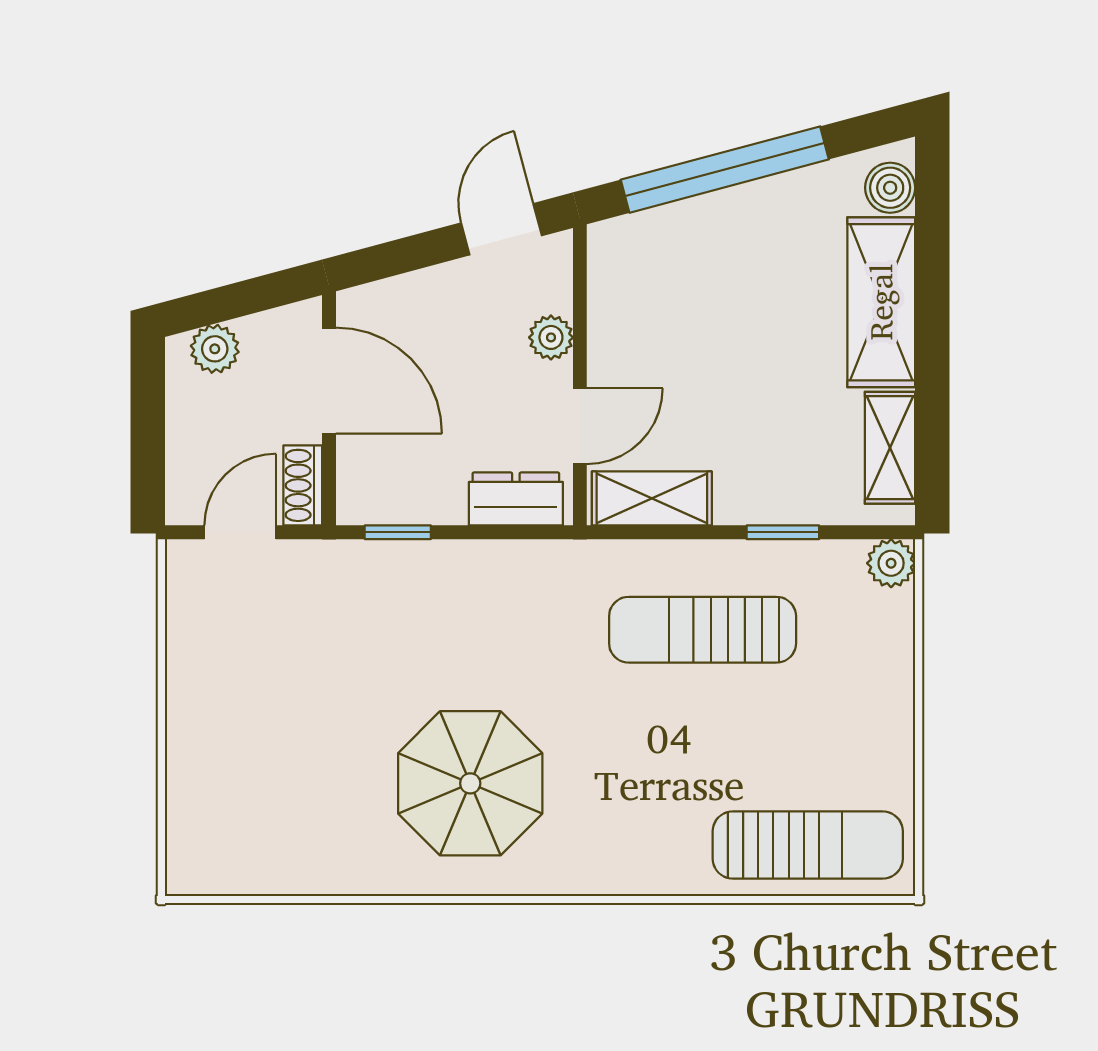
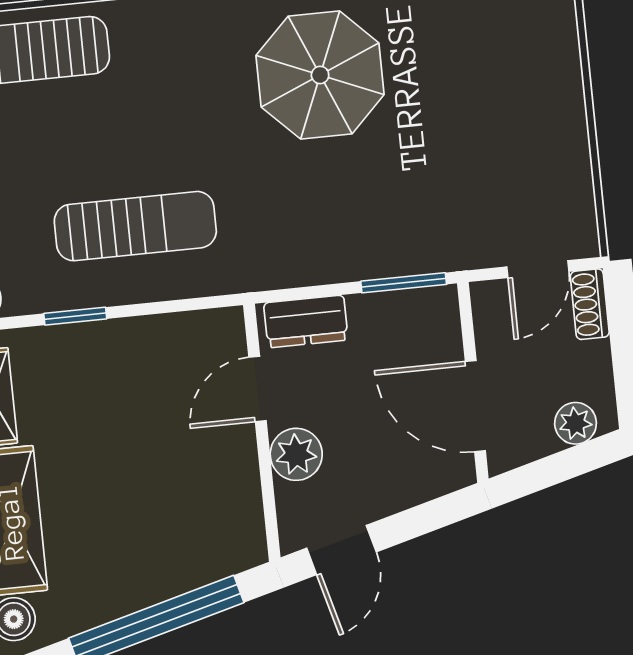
plant: (551, 337) -> (296, 454), width x1.38, depth x1.38
shoe rack: (303, 485) -> (590, 304), moved, turned 180
shelving: (652, 498) -> (190, 334), removed
window: (398, 532) -> (404, 283), width x1.50

